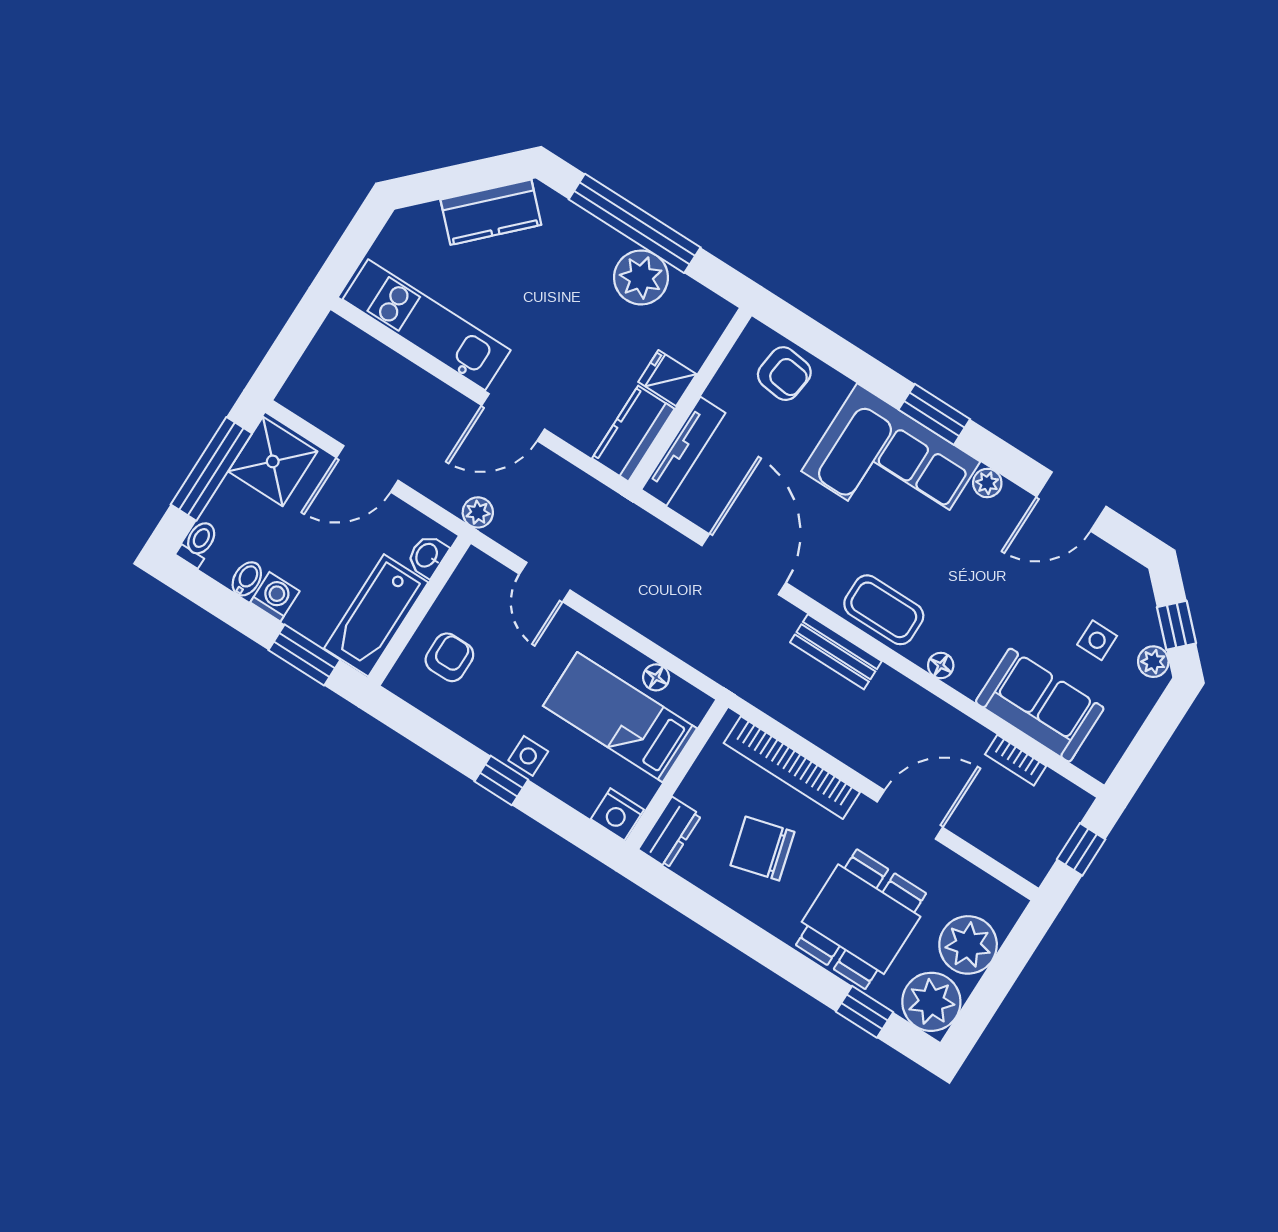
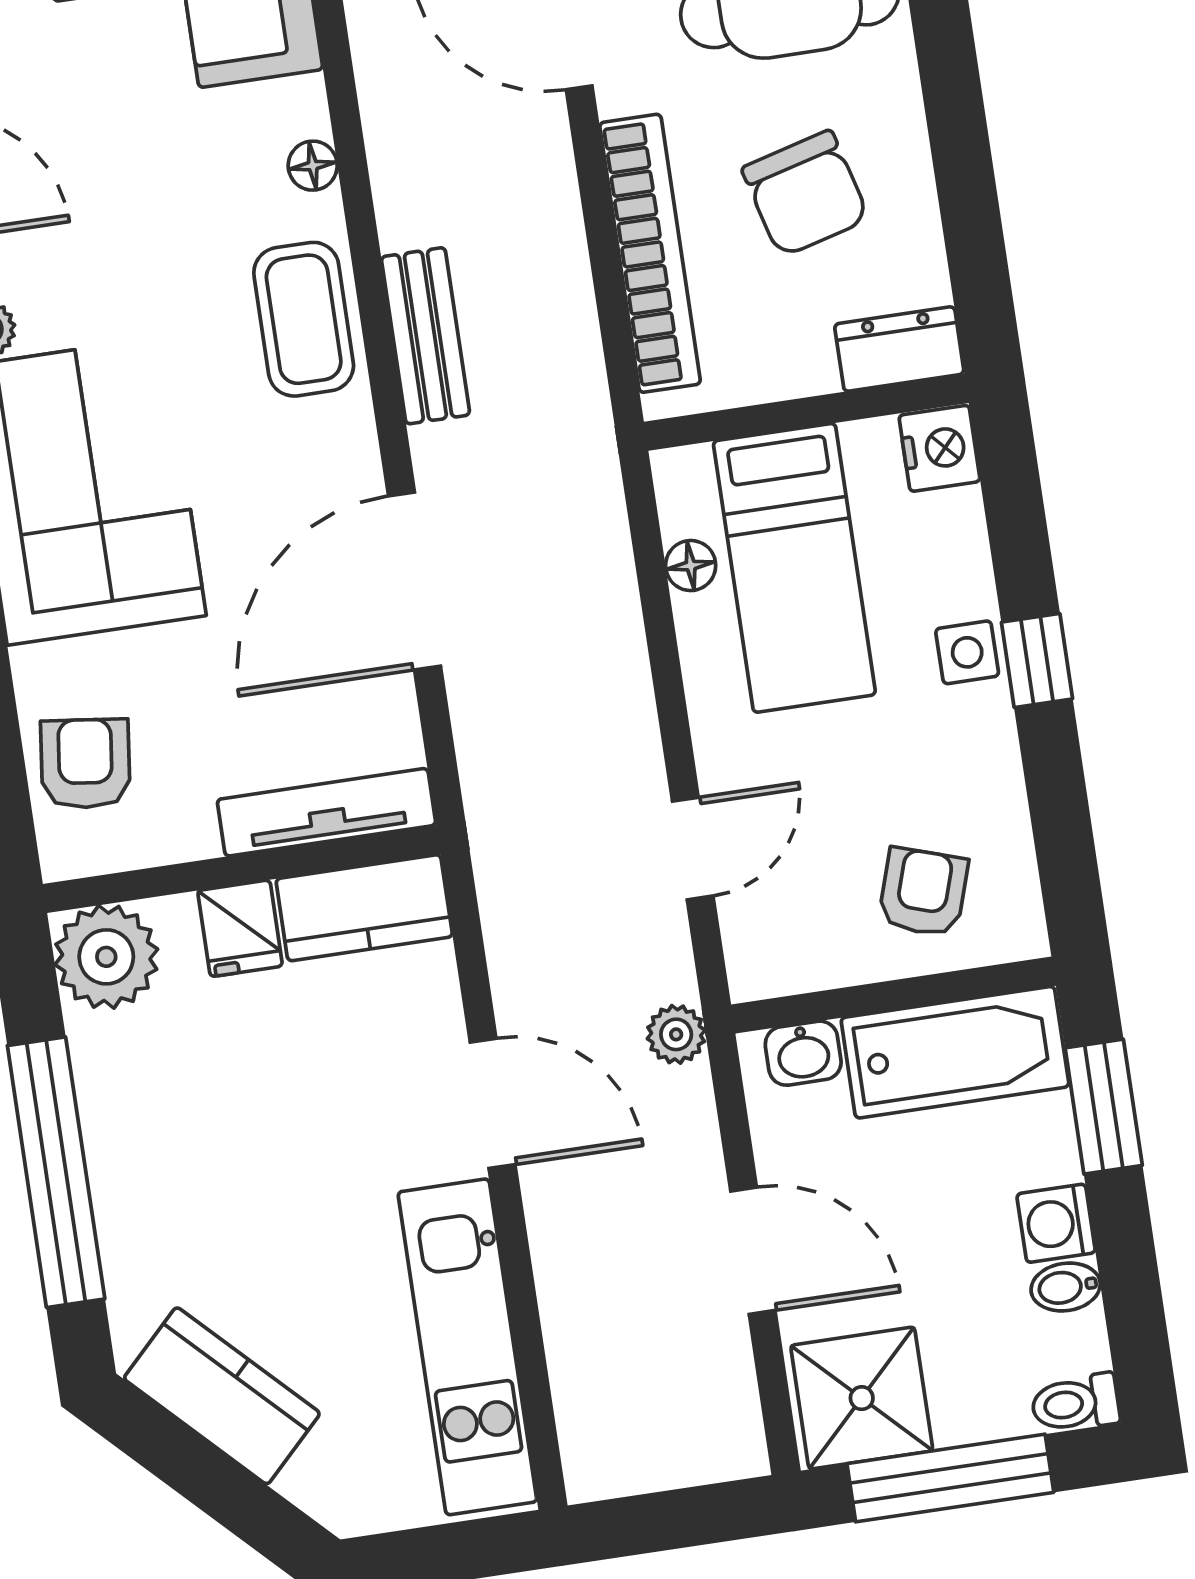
plant: (641, 277) -> (106, 957), moved
armchair: (449, 657) -> (923, 892), turned 108

